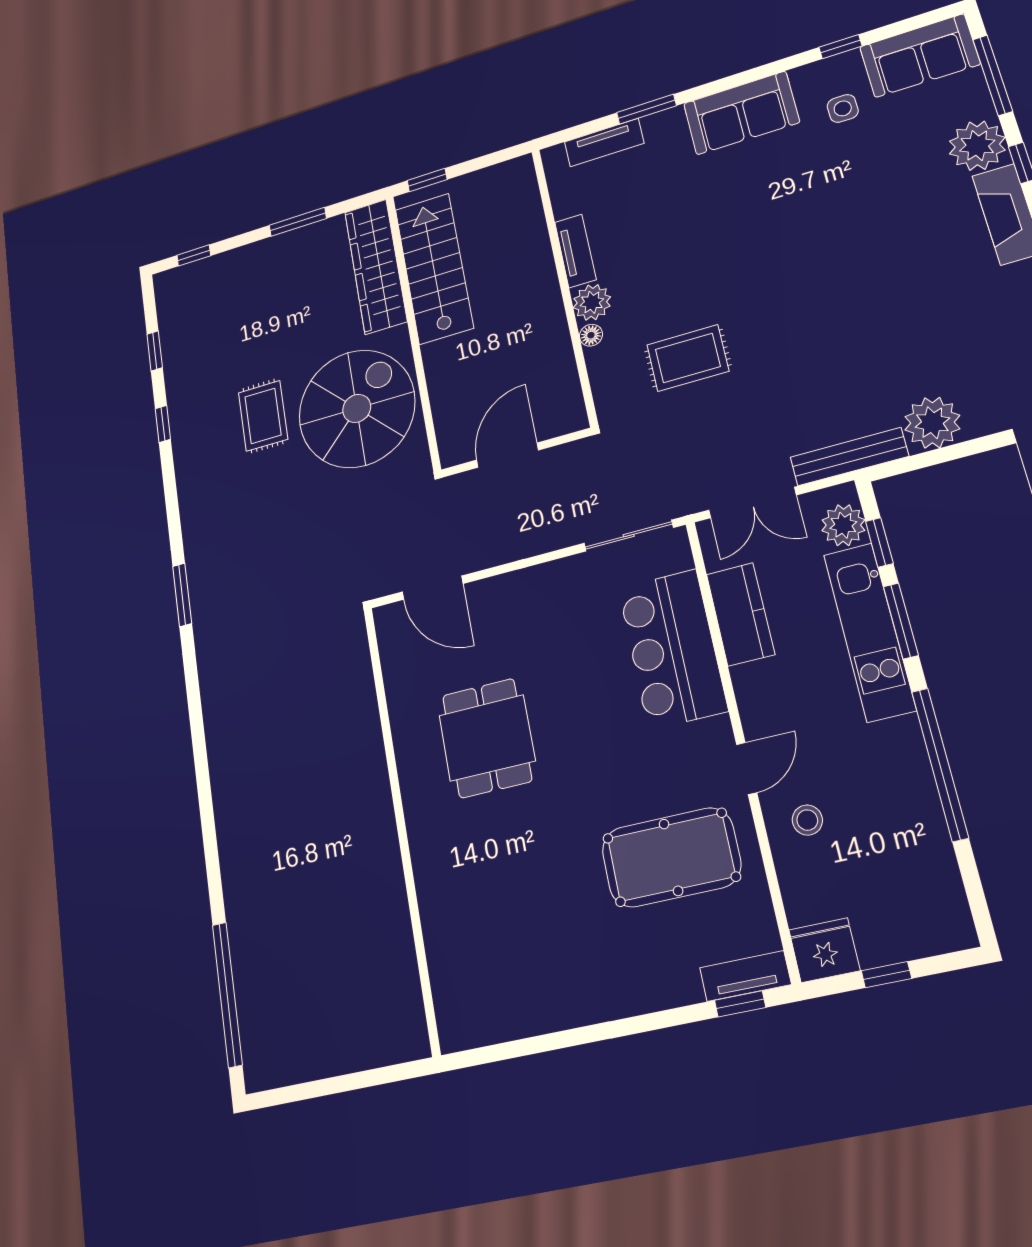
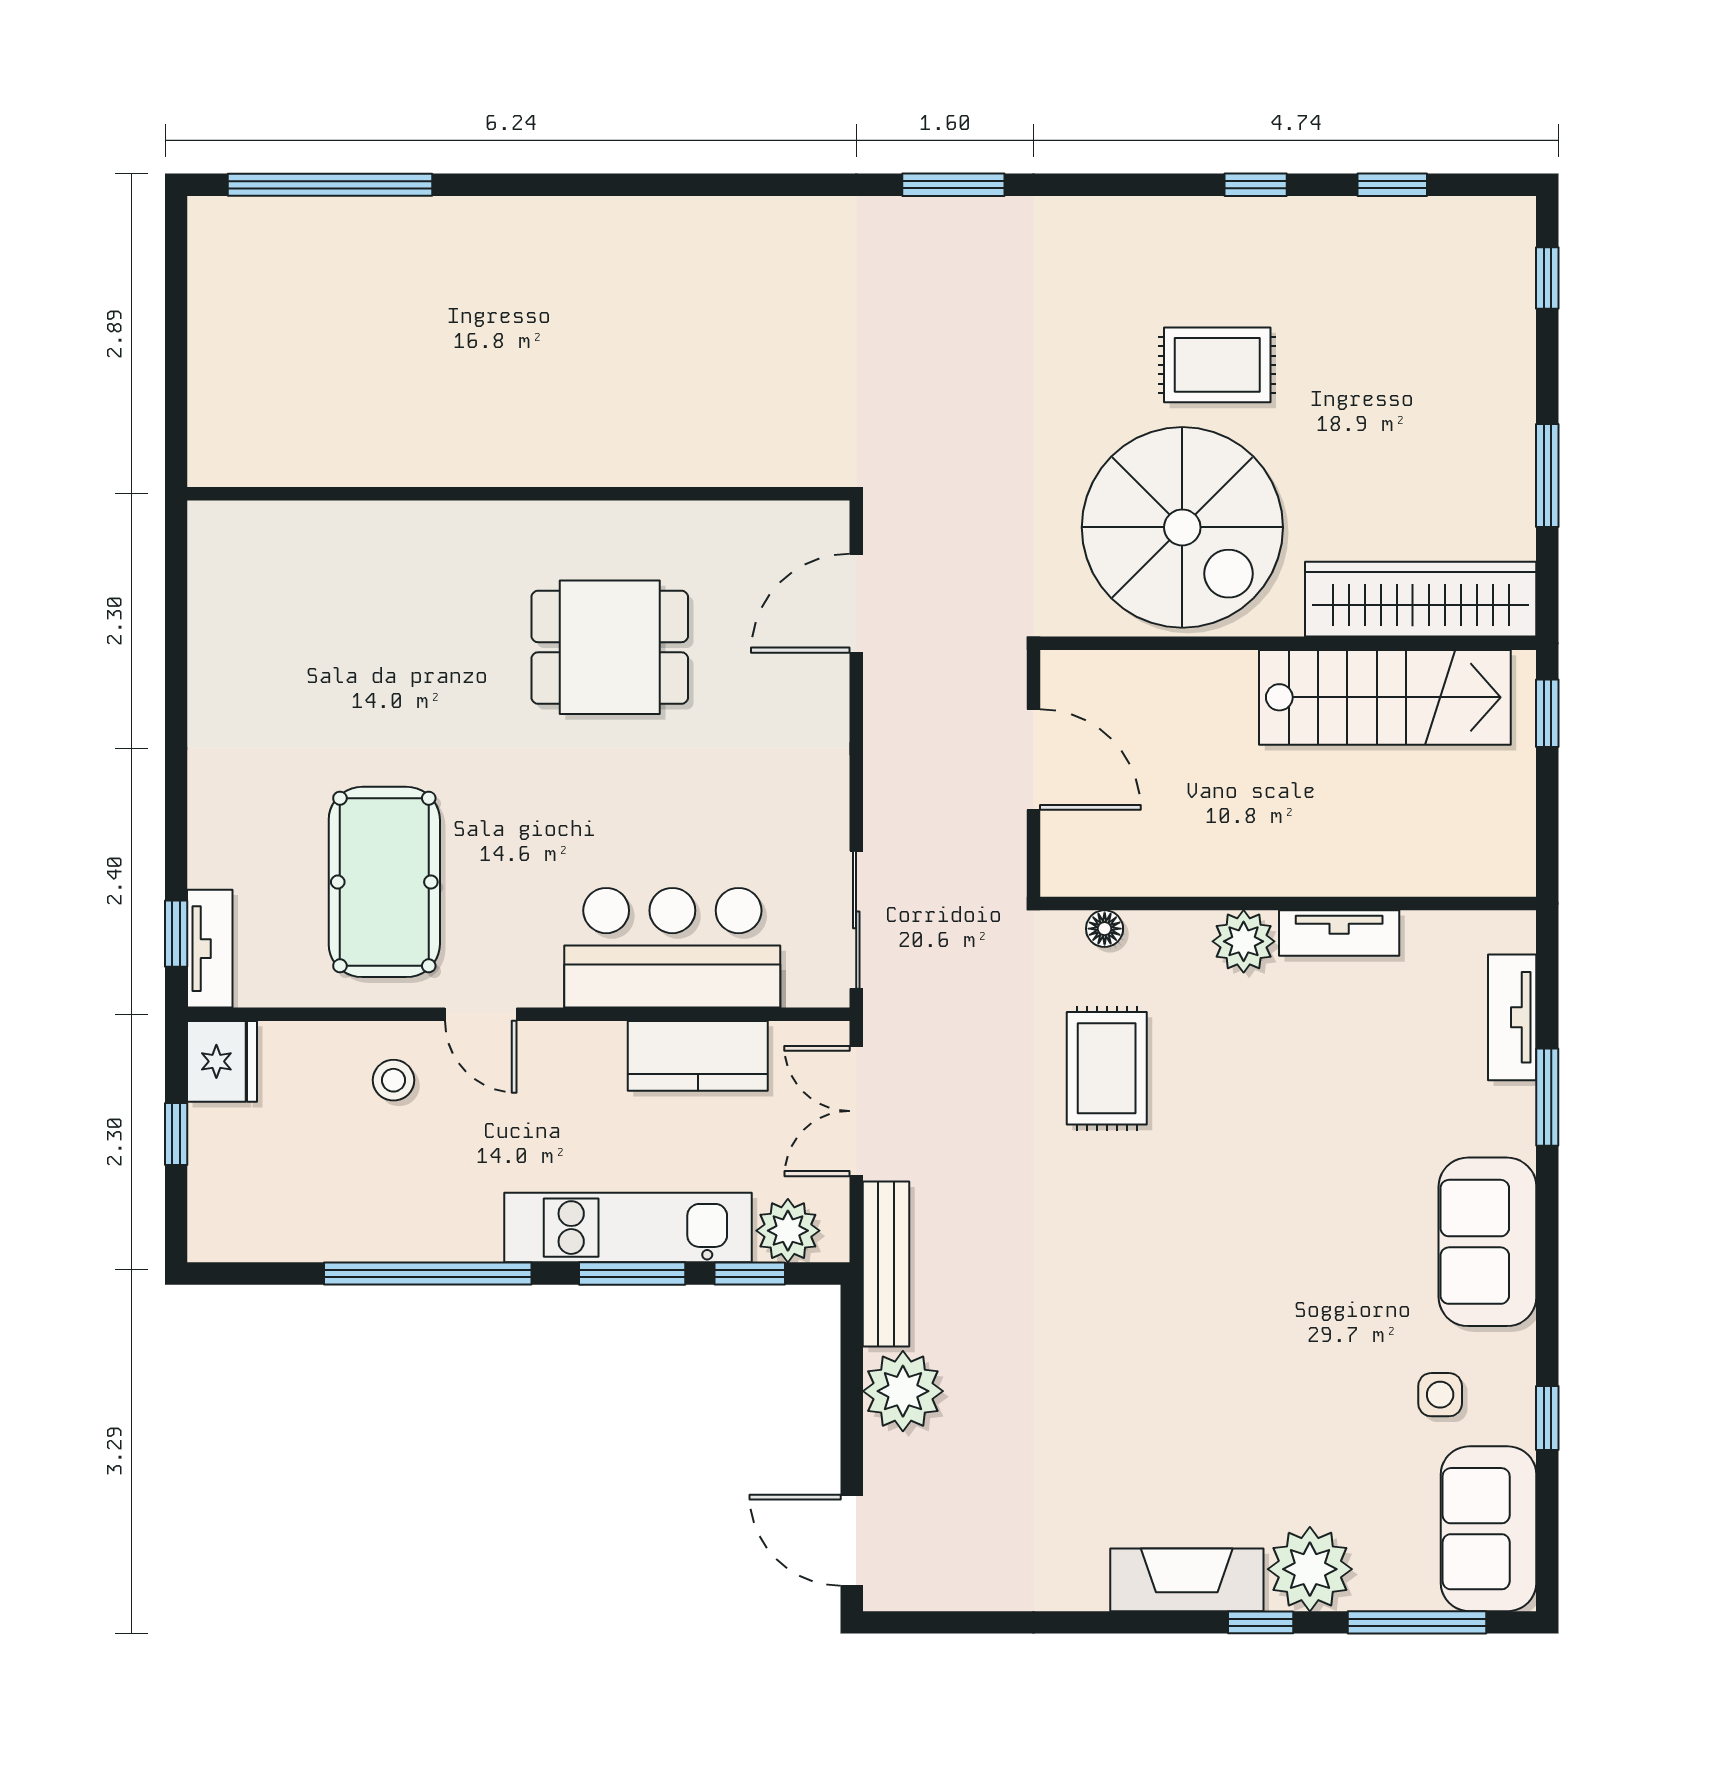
floor lamp: (591, 335) -> (1105, 929), moved

